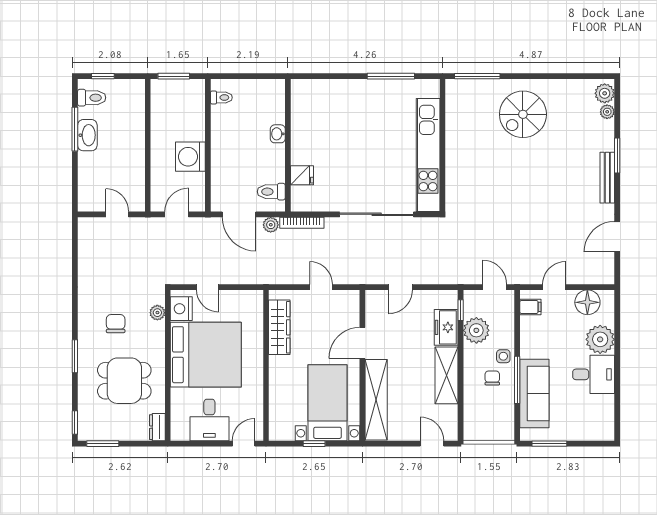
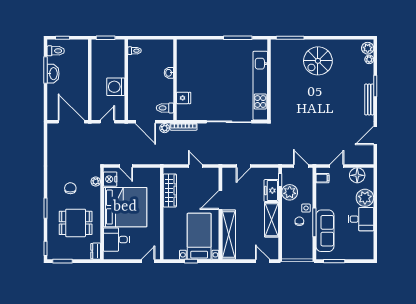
door: (117, 214) -> (71, 122), width x1.87
desk: (209, 420) -> (116, 240), moved, turned 90

